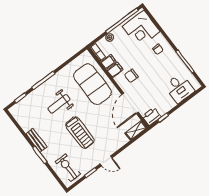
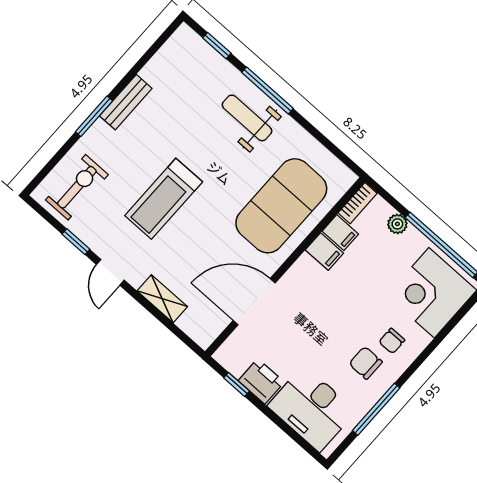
chair: (131, 76) -> (366, 363), moved
desk: (179, 88) -> (312, 408), width x1.37
weight bench: (59, 104) -> (247, 118), moved
printer: (152, 116) -> (261, 381), moved
shelving: (136, 130) -> (162, 299), moved

